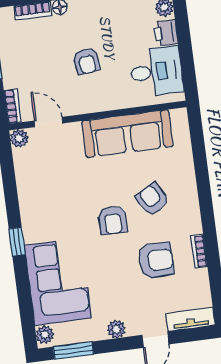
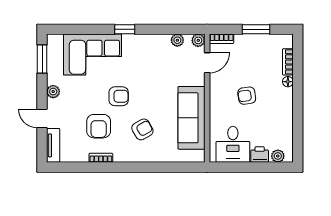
armchair: (113, 220) -> (119, 96), moved, turned 180
plant: (45, 335) -> (177, 40), moved

